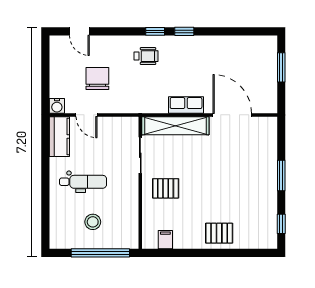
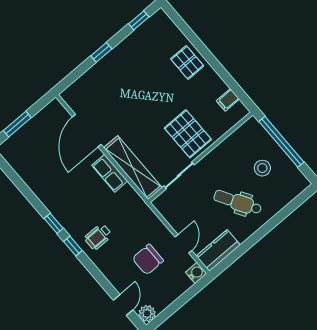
plant: (58, 44) -> (147, 313), added
wheelchair: (146, 56) -> (98, 237), turned -90
window: (281, 176) -> (101, 52), width x0.67
dental chair: (83, 182) -> (238, 202), turned -31
pallet: (166, 188) -> (188, 134), width x1.50, depth x1.42

